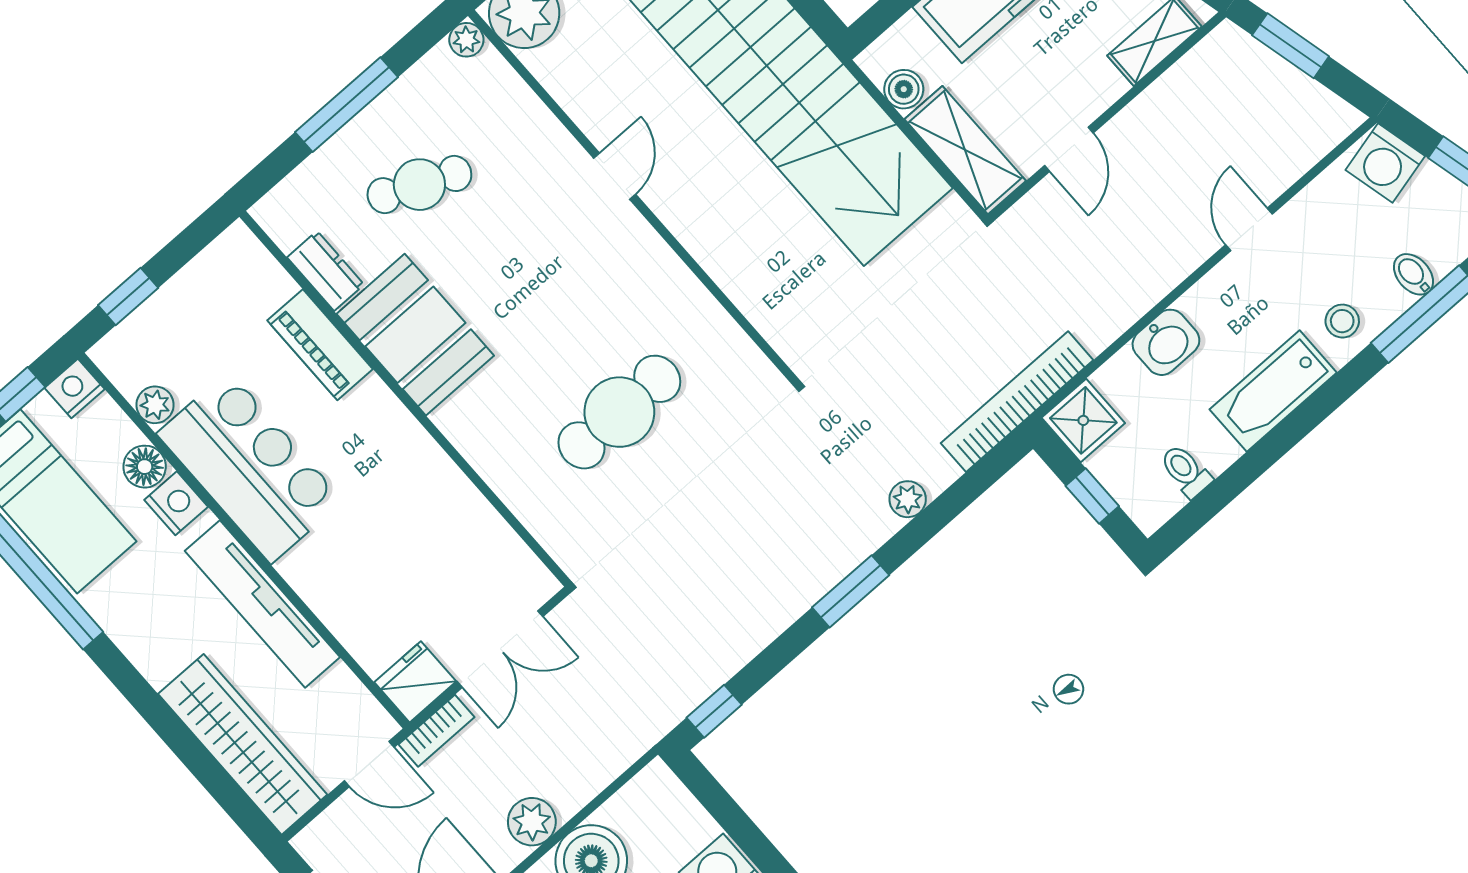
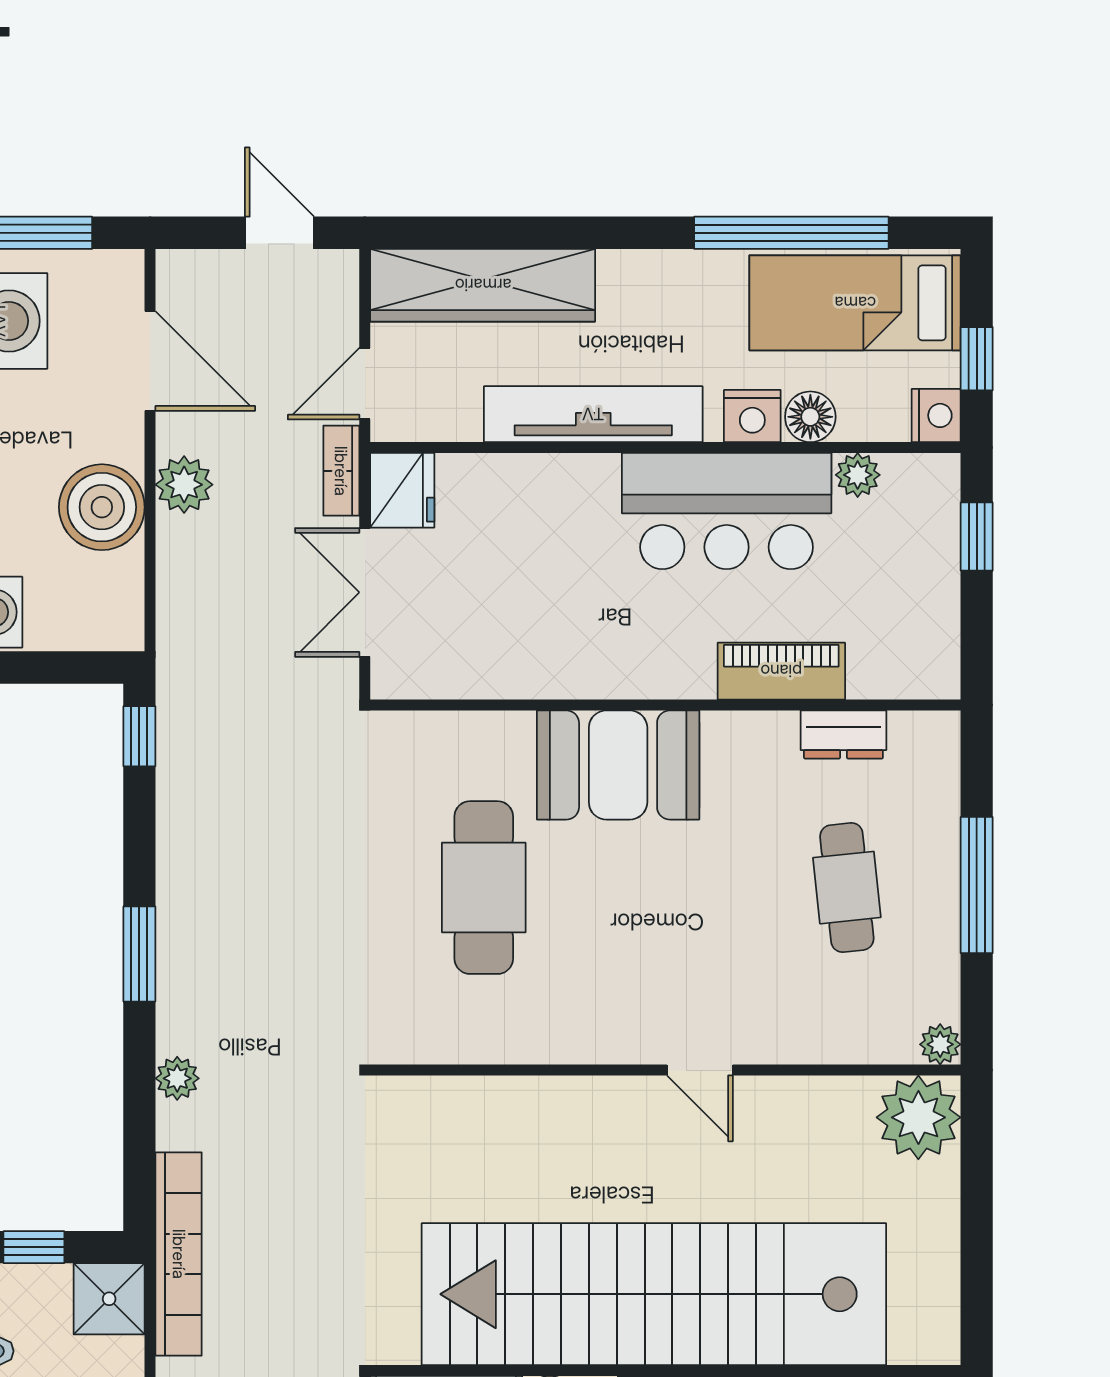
cafe table: (419, 185) -> (847, 888), turned -30
booth: (415, 335) -> (618, 765), moved

